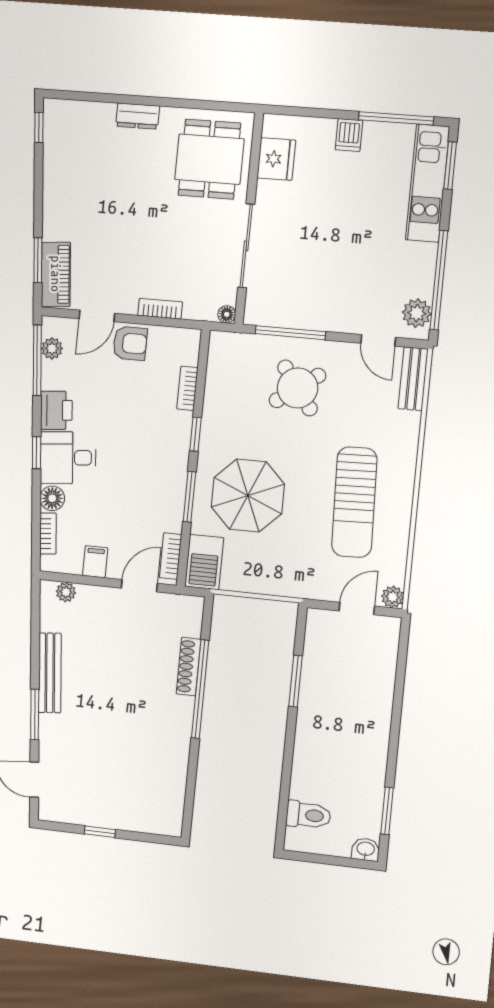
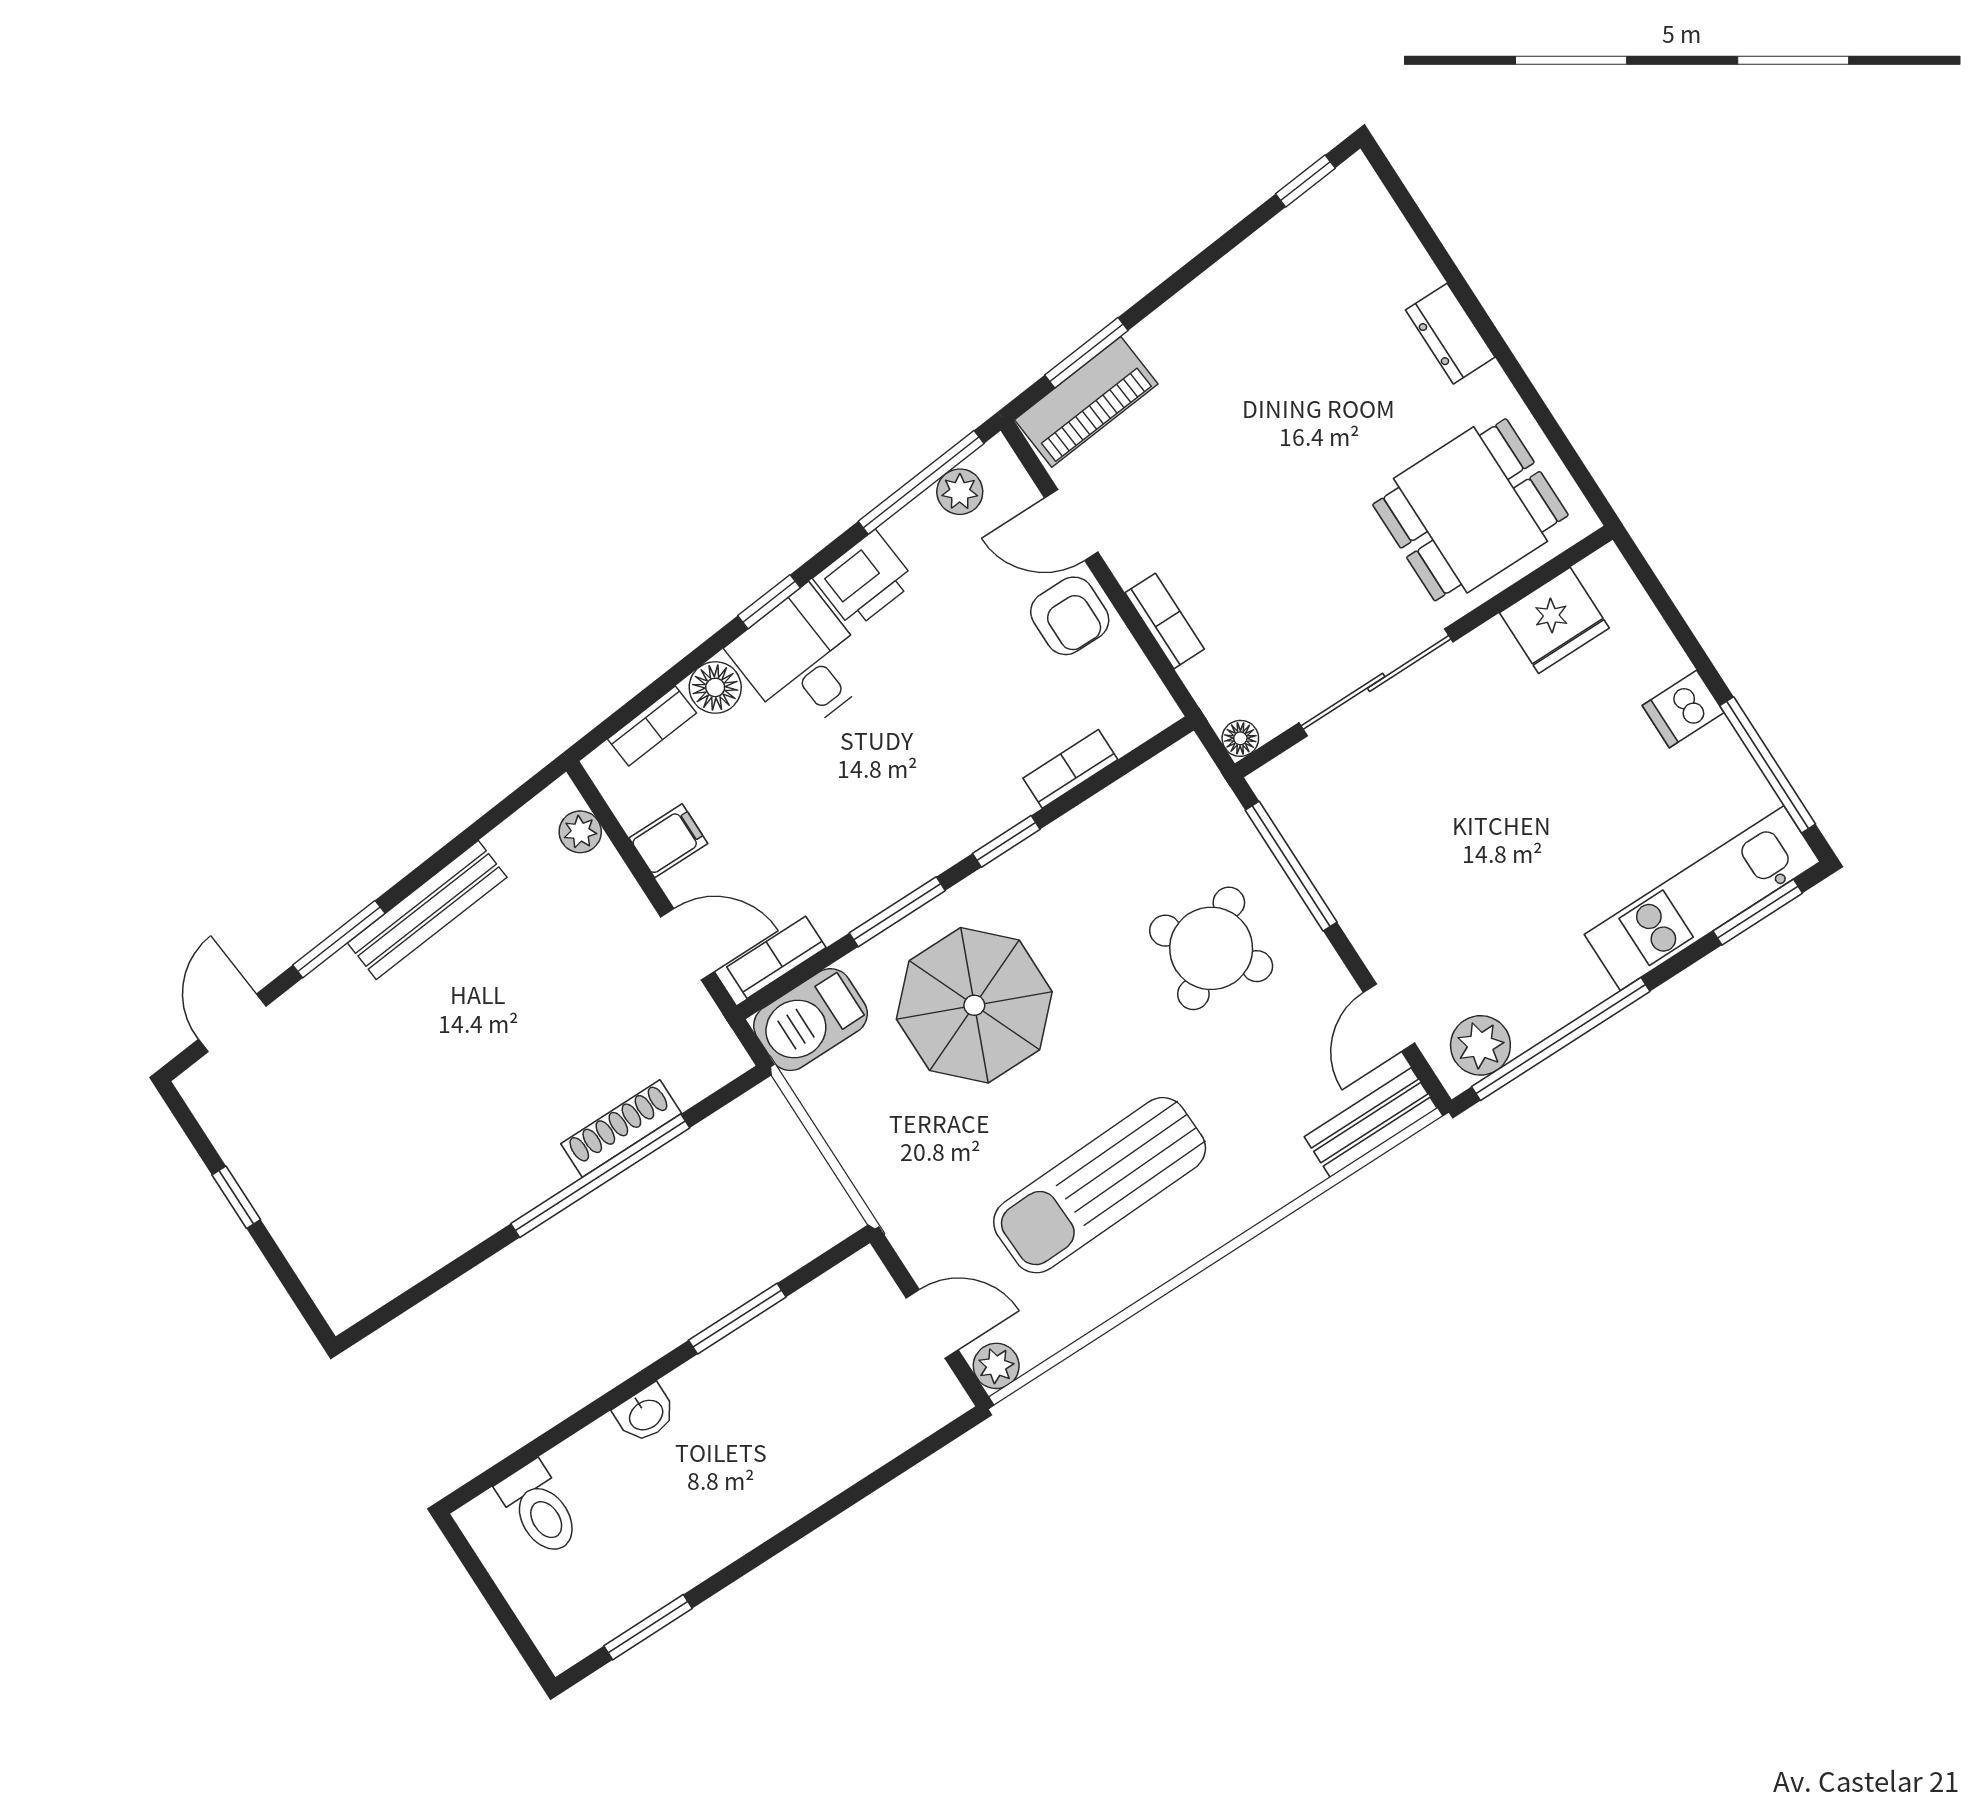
washbasin: (366, 849) -> (645, 1414), moved, turned 90

